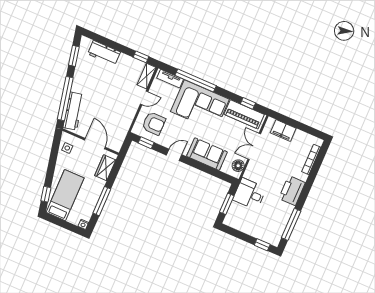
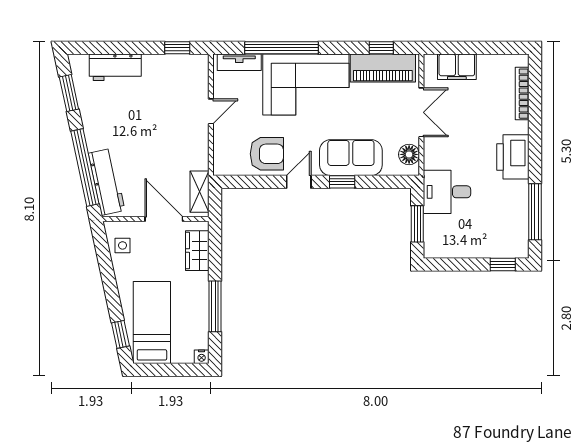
shelving: (146, 76) -> (200, 192), moved
armchair: (154, 123) -> (267, 154), moved
window: (146, 143) -> (342, 182), moved
double door: (254, 146) -> (421, 112), swing flipped

